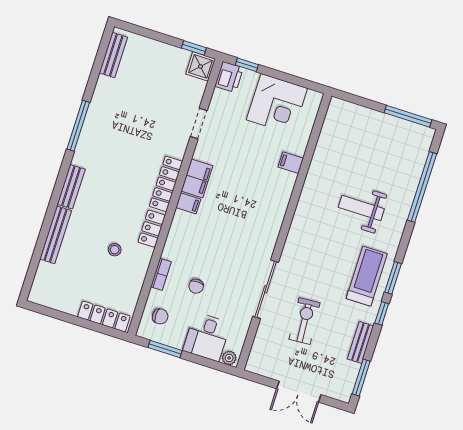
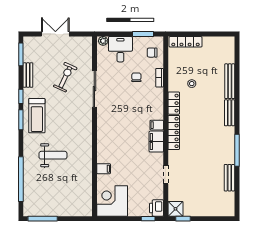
bench: (113, 55) -> (229, 178), moved
corner desk: (277, 104) -> (112, 201), moved
exercise bike: (305, 321) -> (65, 77), turned -151

